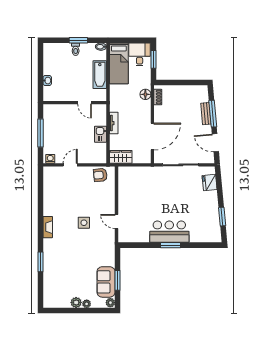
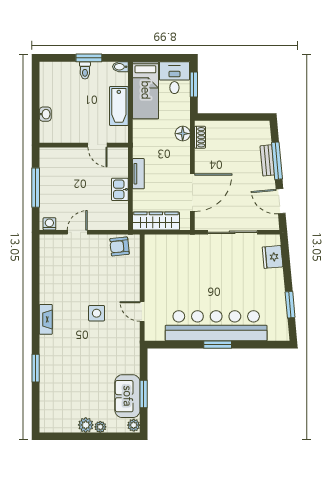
wardrobe: (121, 157) -> (156, 221), width x1.50
bar counter: (169, 232) -> (216, 326), width x1.86

